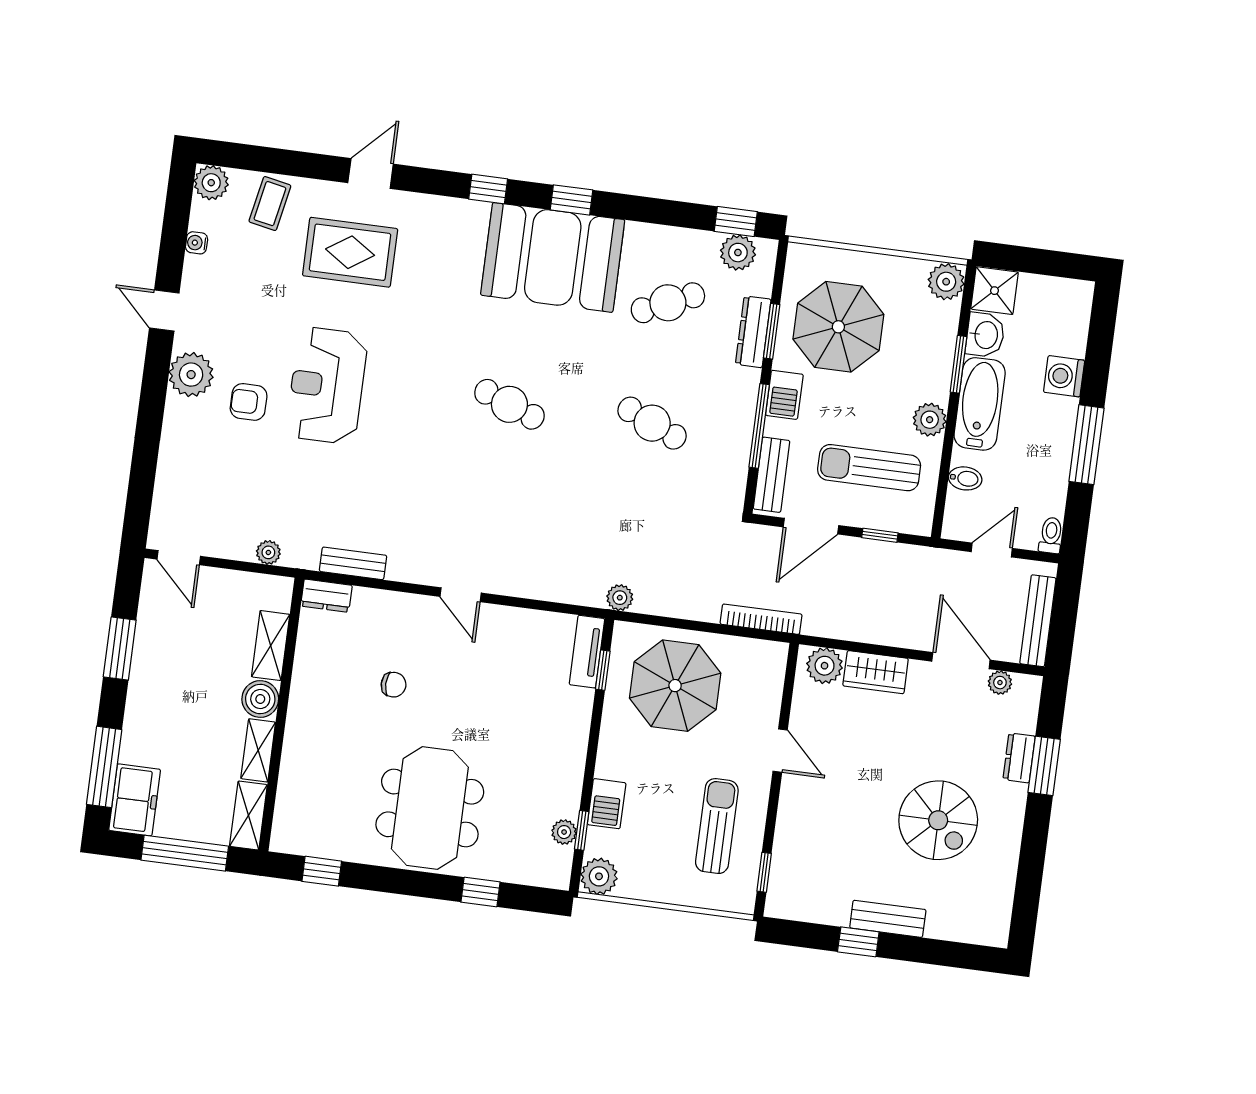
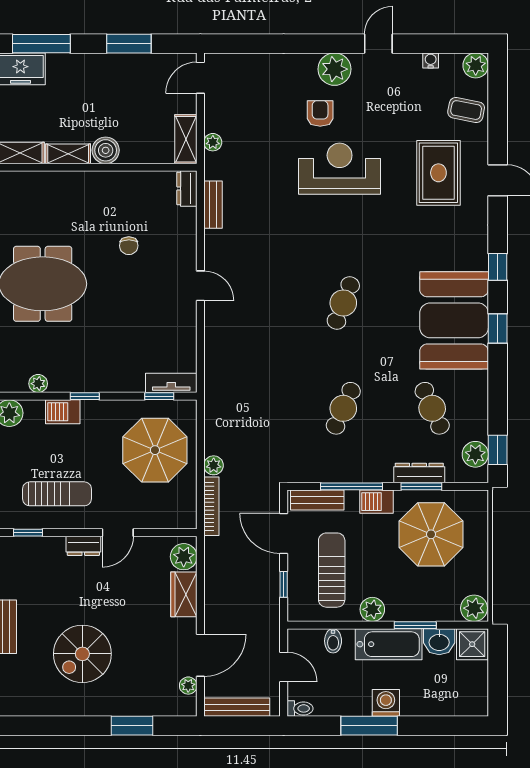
washing machine: (1064, 376) -> (386, 703), moved
door: (461, 595) -> (200, 286), swing flipped
plant: (620, 598) -> (214, 465), moved
shelving: (271, 646) -> (186, 139), moved, turned 90
dresser: (1019, 758) -> (83, 546), moved, turned 180
window: (582, 830) -> (85, 396), moved

